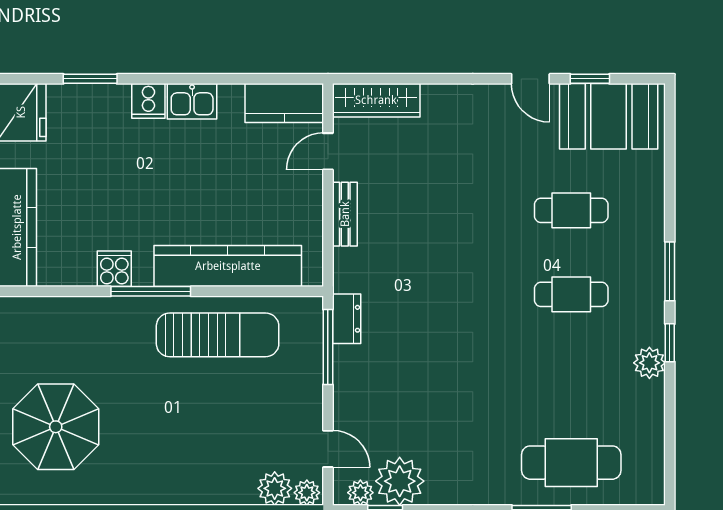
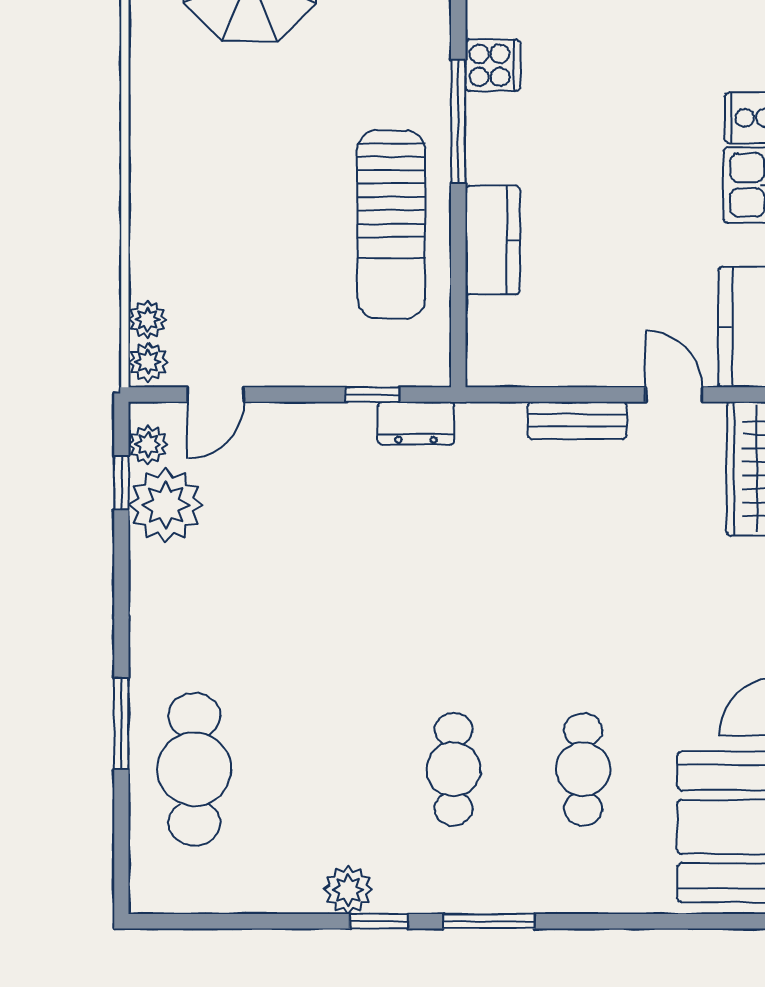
kitchen counter: (228, 266) -> (493, 240), width x0.48, depth x0.86
window: (328, 347) -> (372, 394), width x0.46
plant: (275, 488) -> (147, 319), width x0.73, depth x0.73

